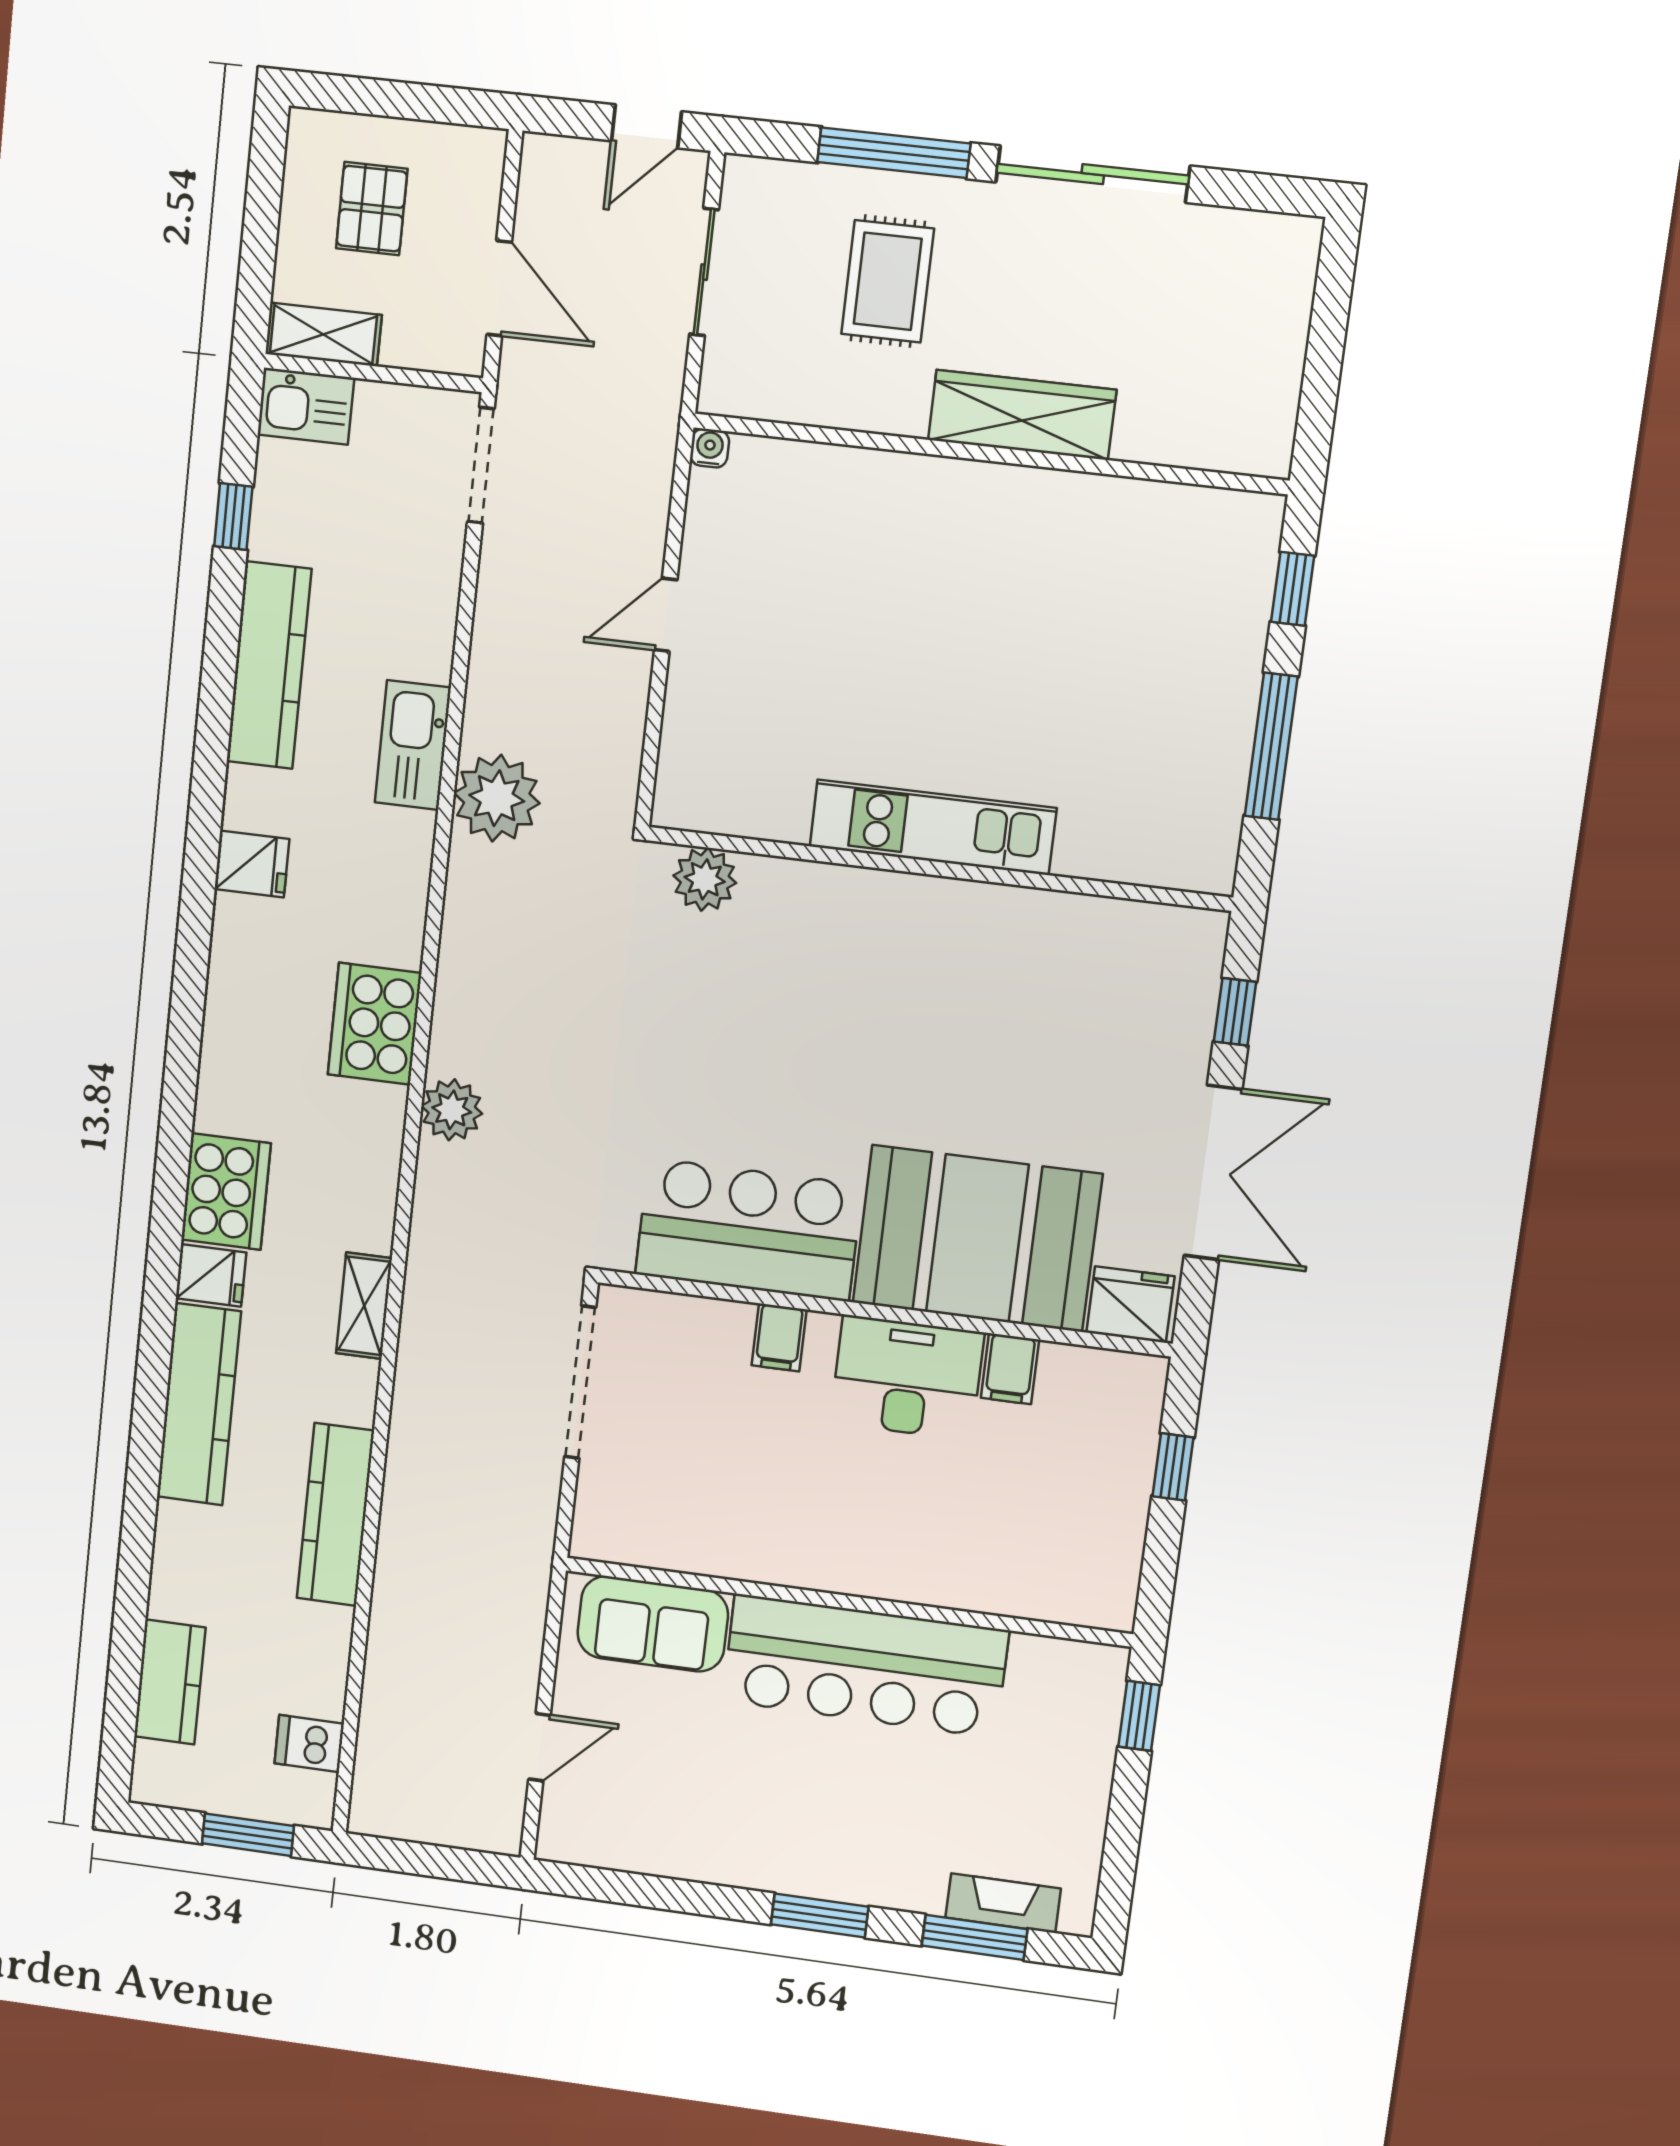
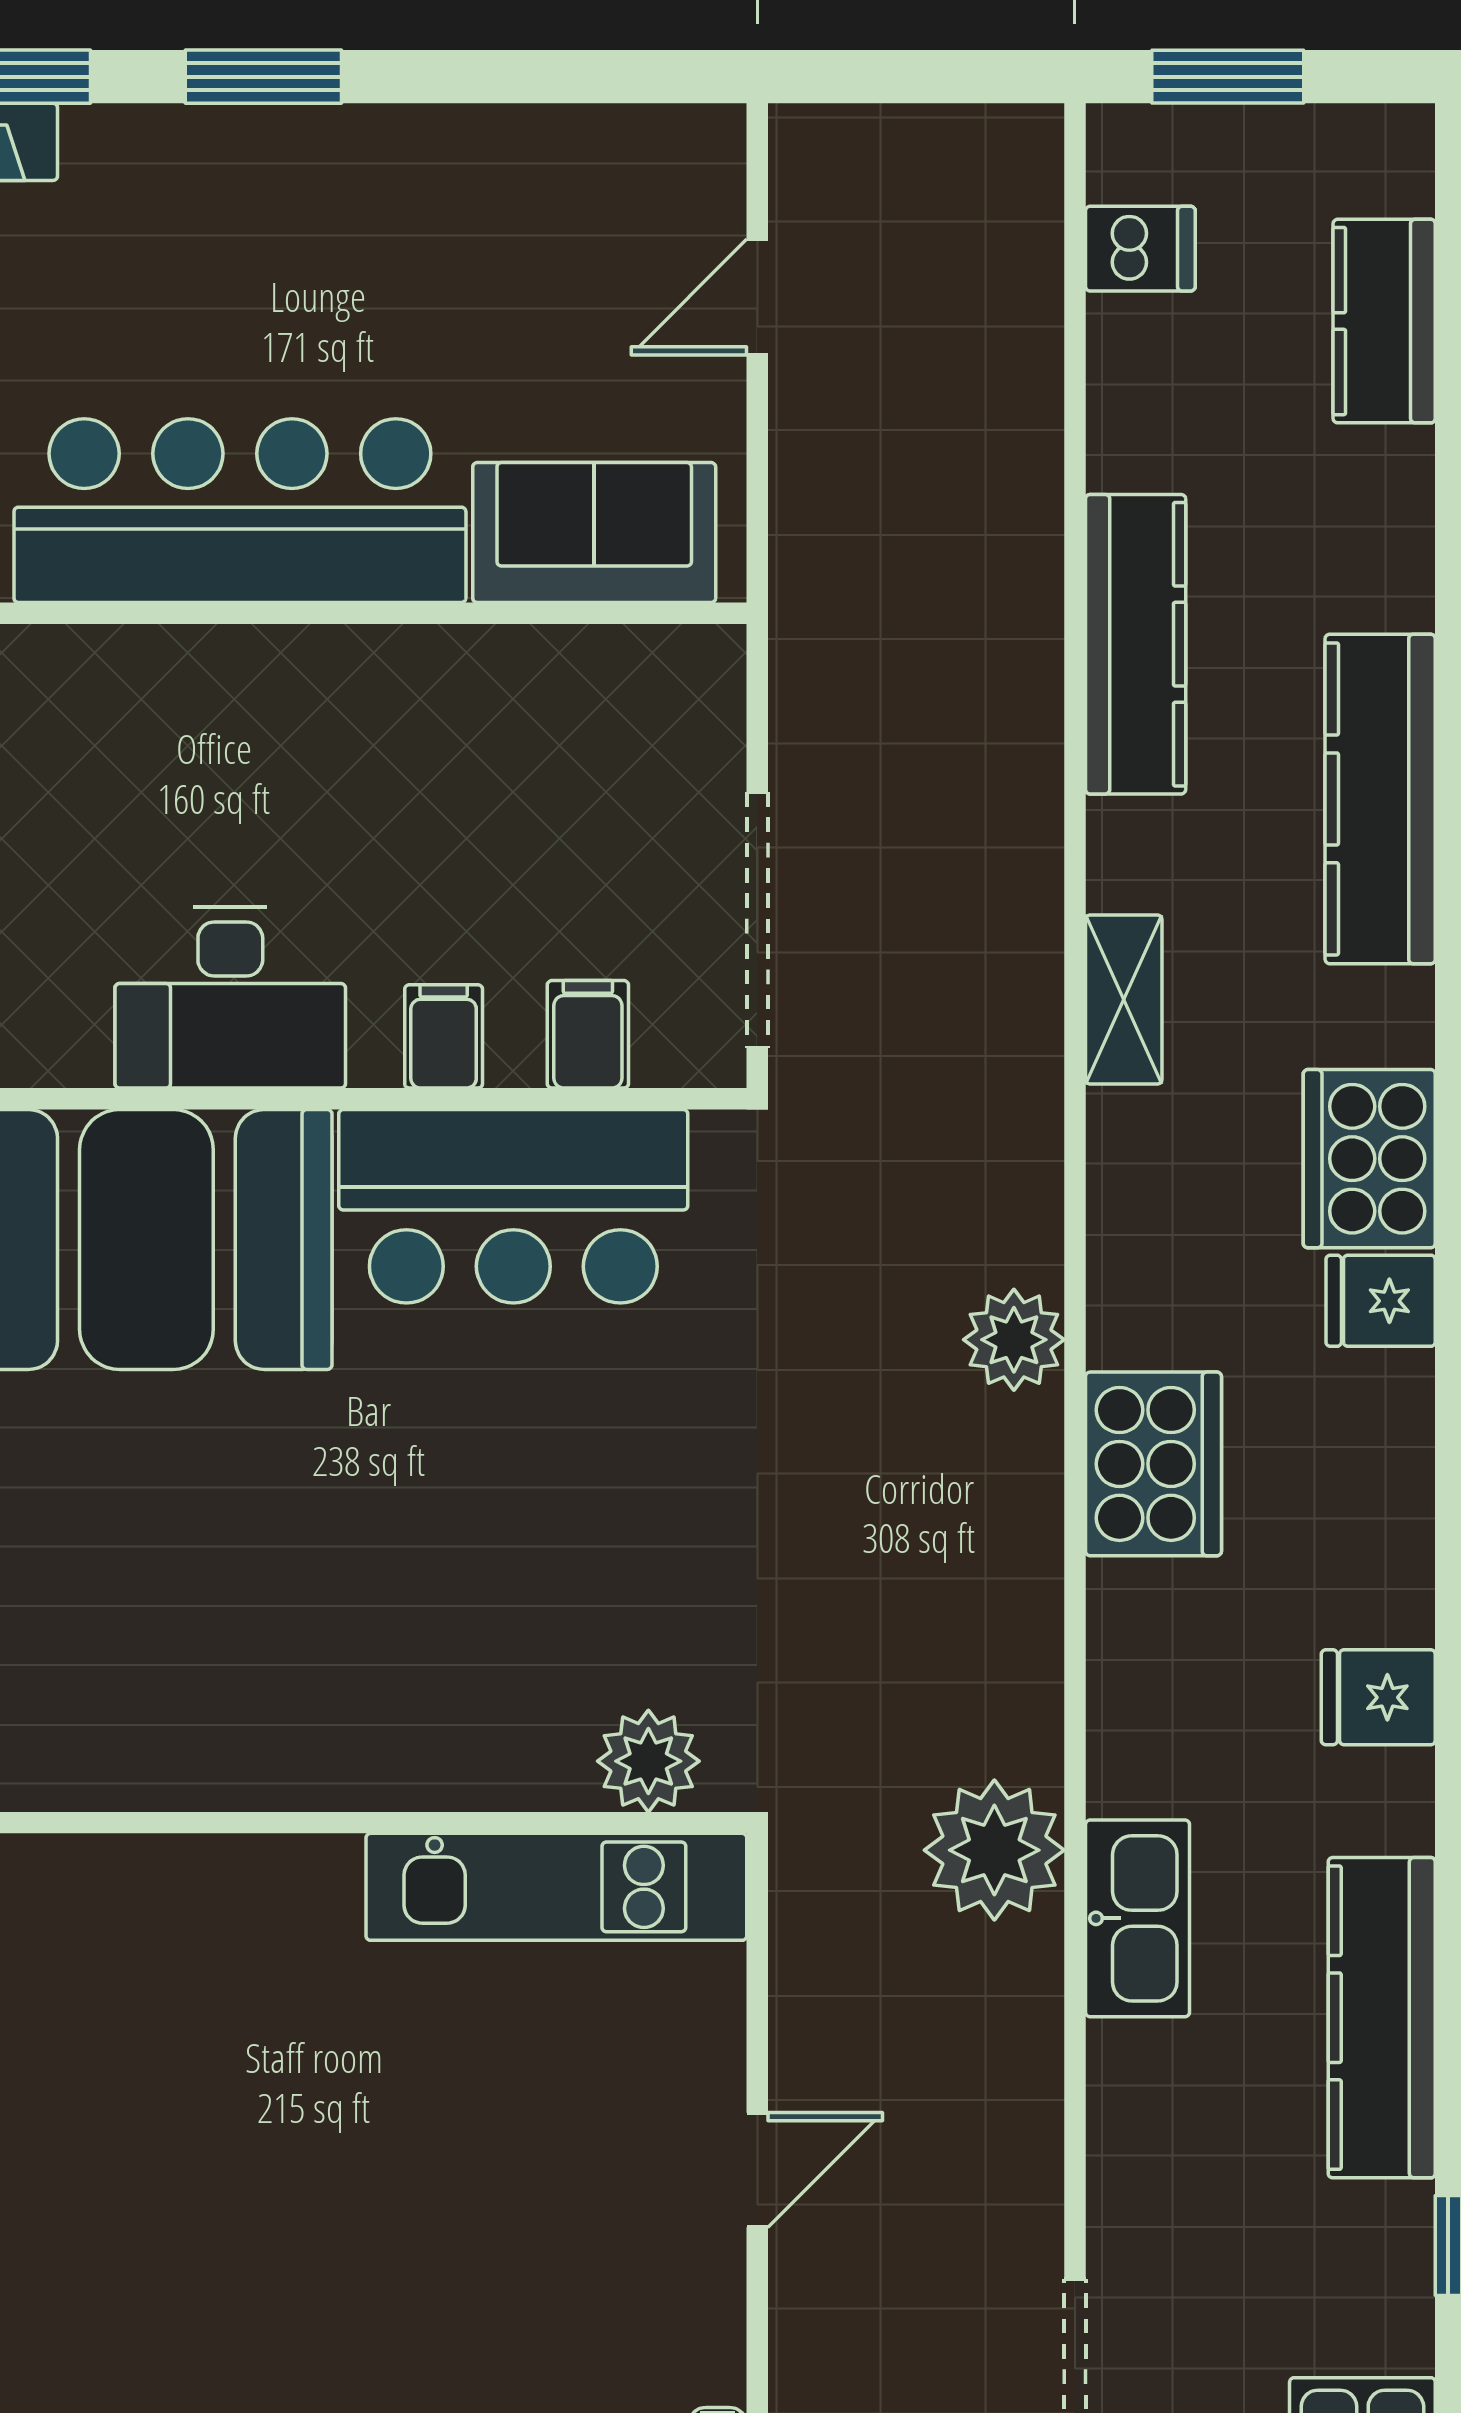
kitchen unit: (933, 827) -> (556, 1887), moved
fridge: (211, 1275) -> (1381, 1301), moved
filing cabinet: (1010, 1369) -> (588, 1034), moved

